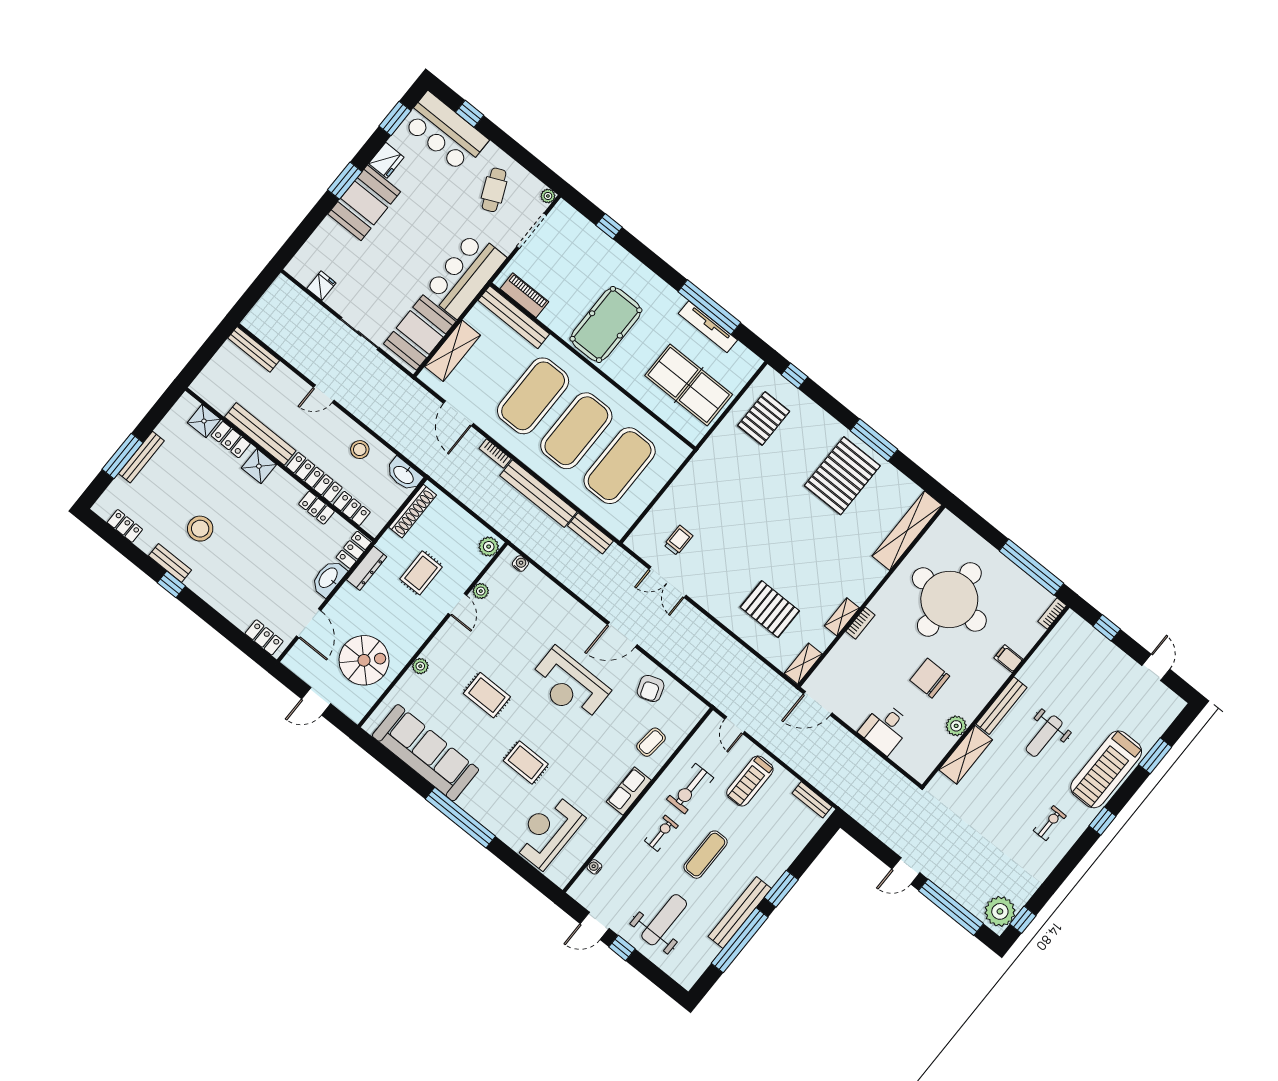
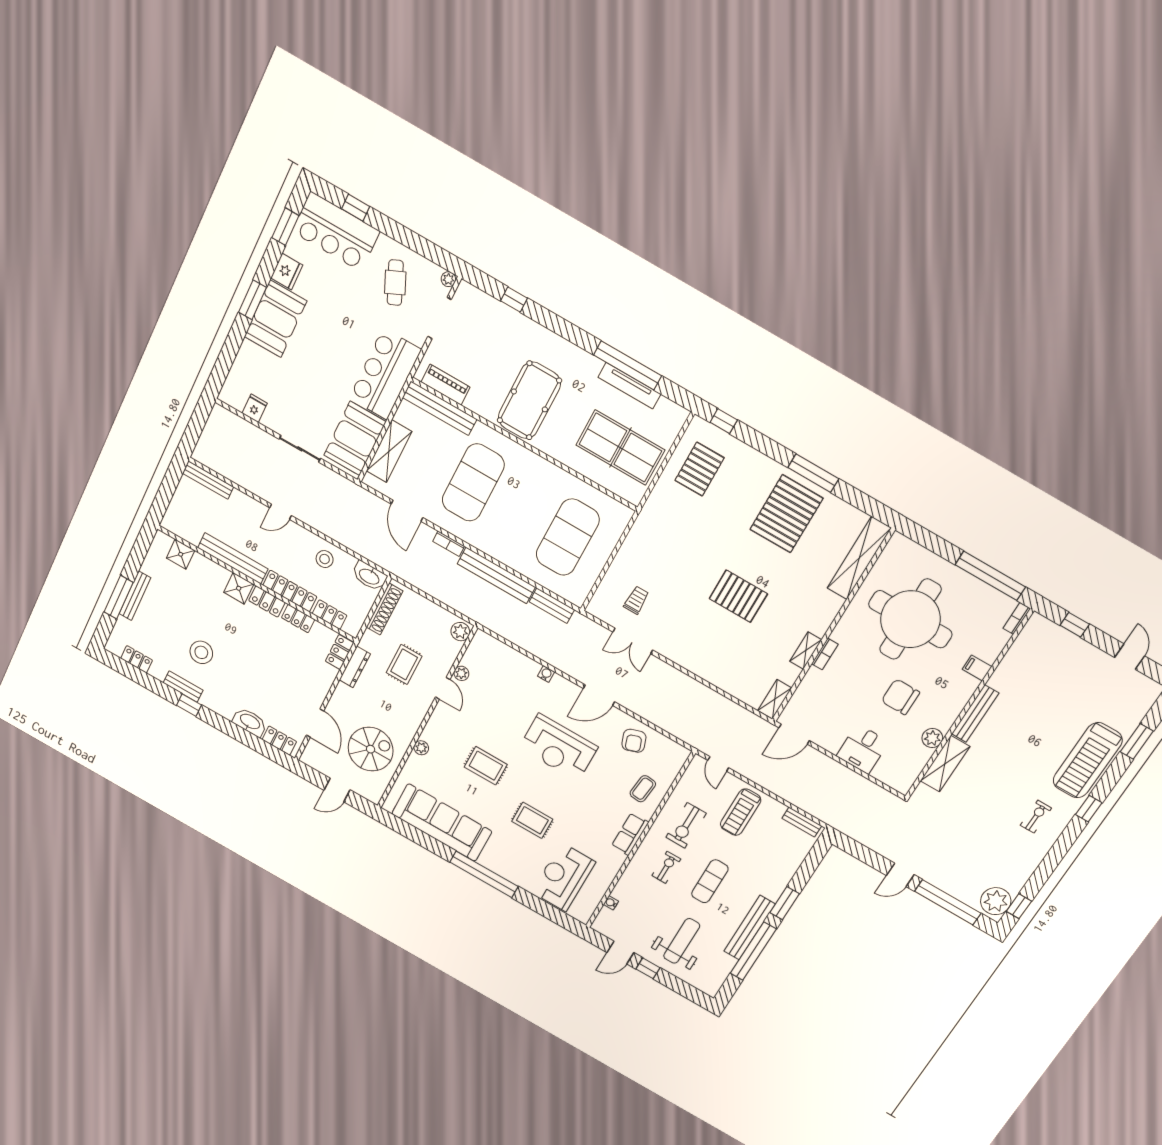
exercise mat: (576, 431) -> (520, 510), removed
locker: (231, 440) -> (267, 601), moved
water cooler: (520, 564) -> (546, 674), moved
washbasin: (329, 578) -> (250, 722), moved, turned 90
pallet: (770, 609) -> (738, 596), moved
weight bench: (1044, 736) -> (1021, 737), removed

